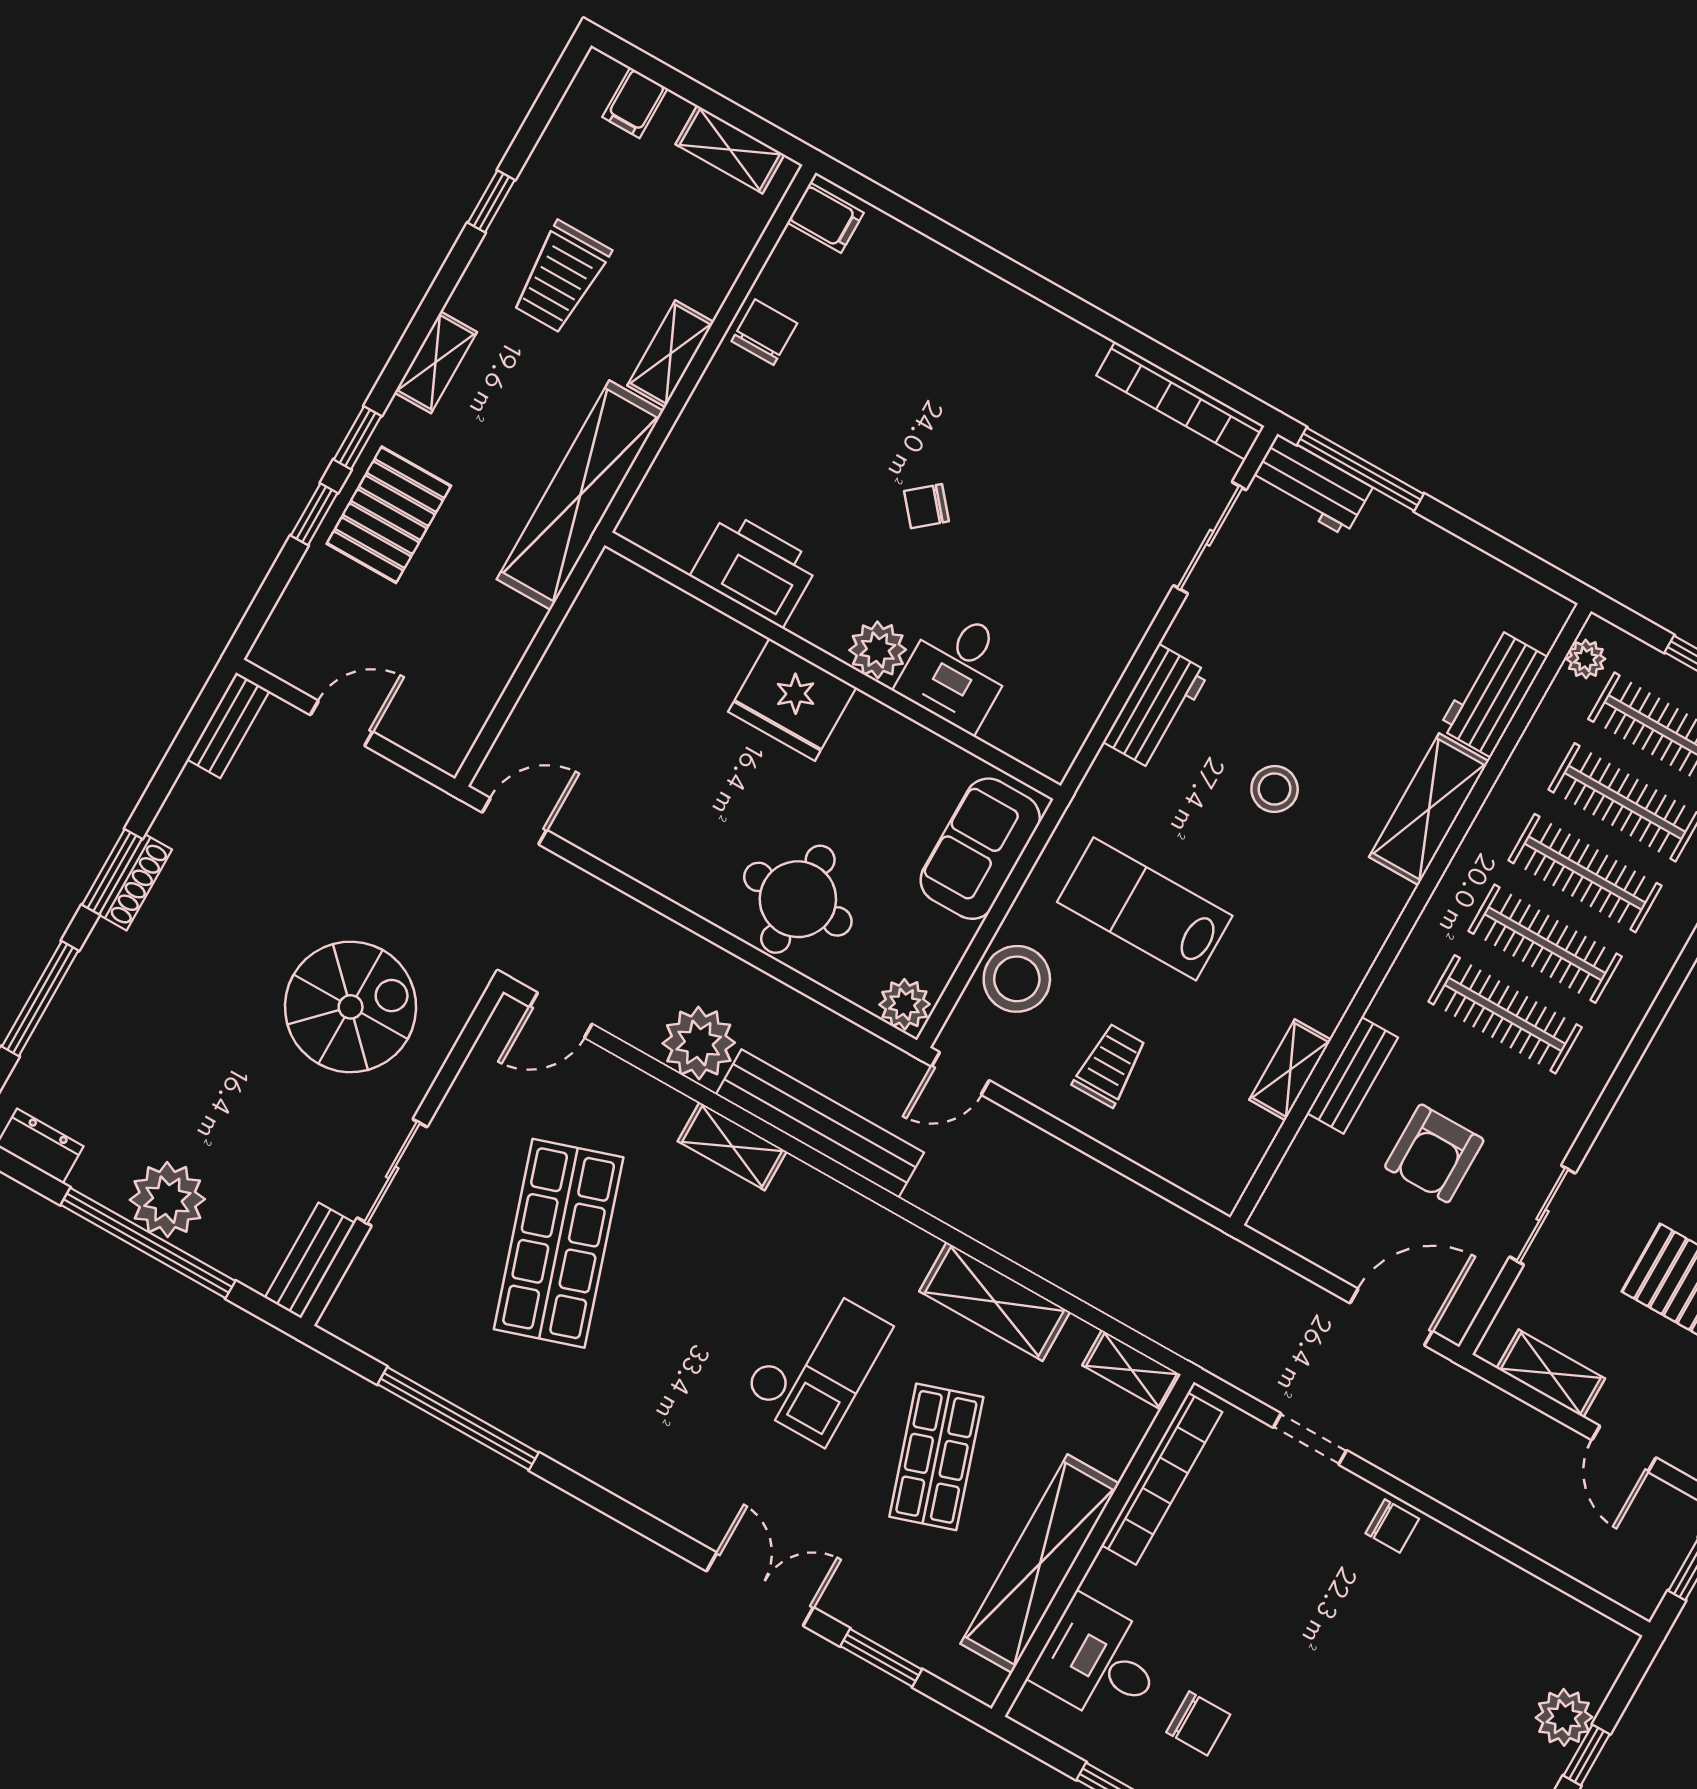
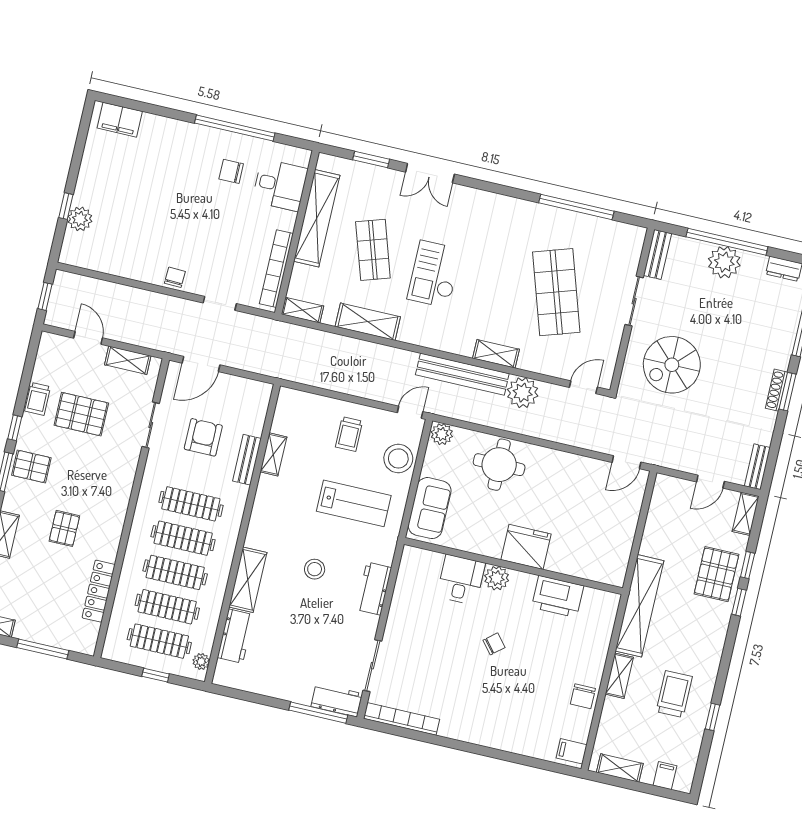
shelving: (436, 362) -> (746, 514), moved
chair: (1392, 1526) -> (175, 277), turned 92

